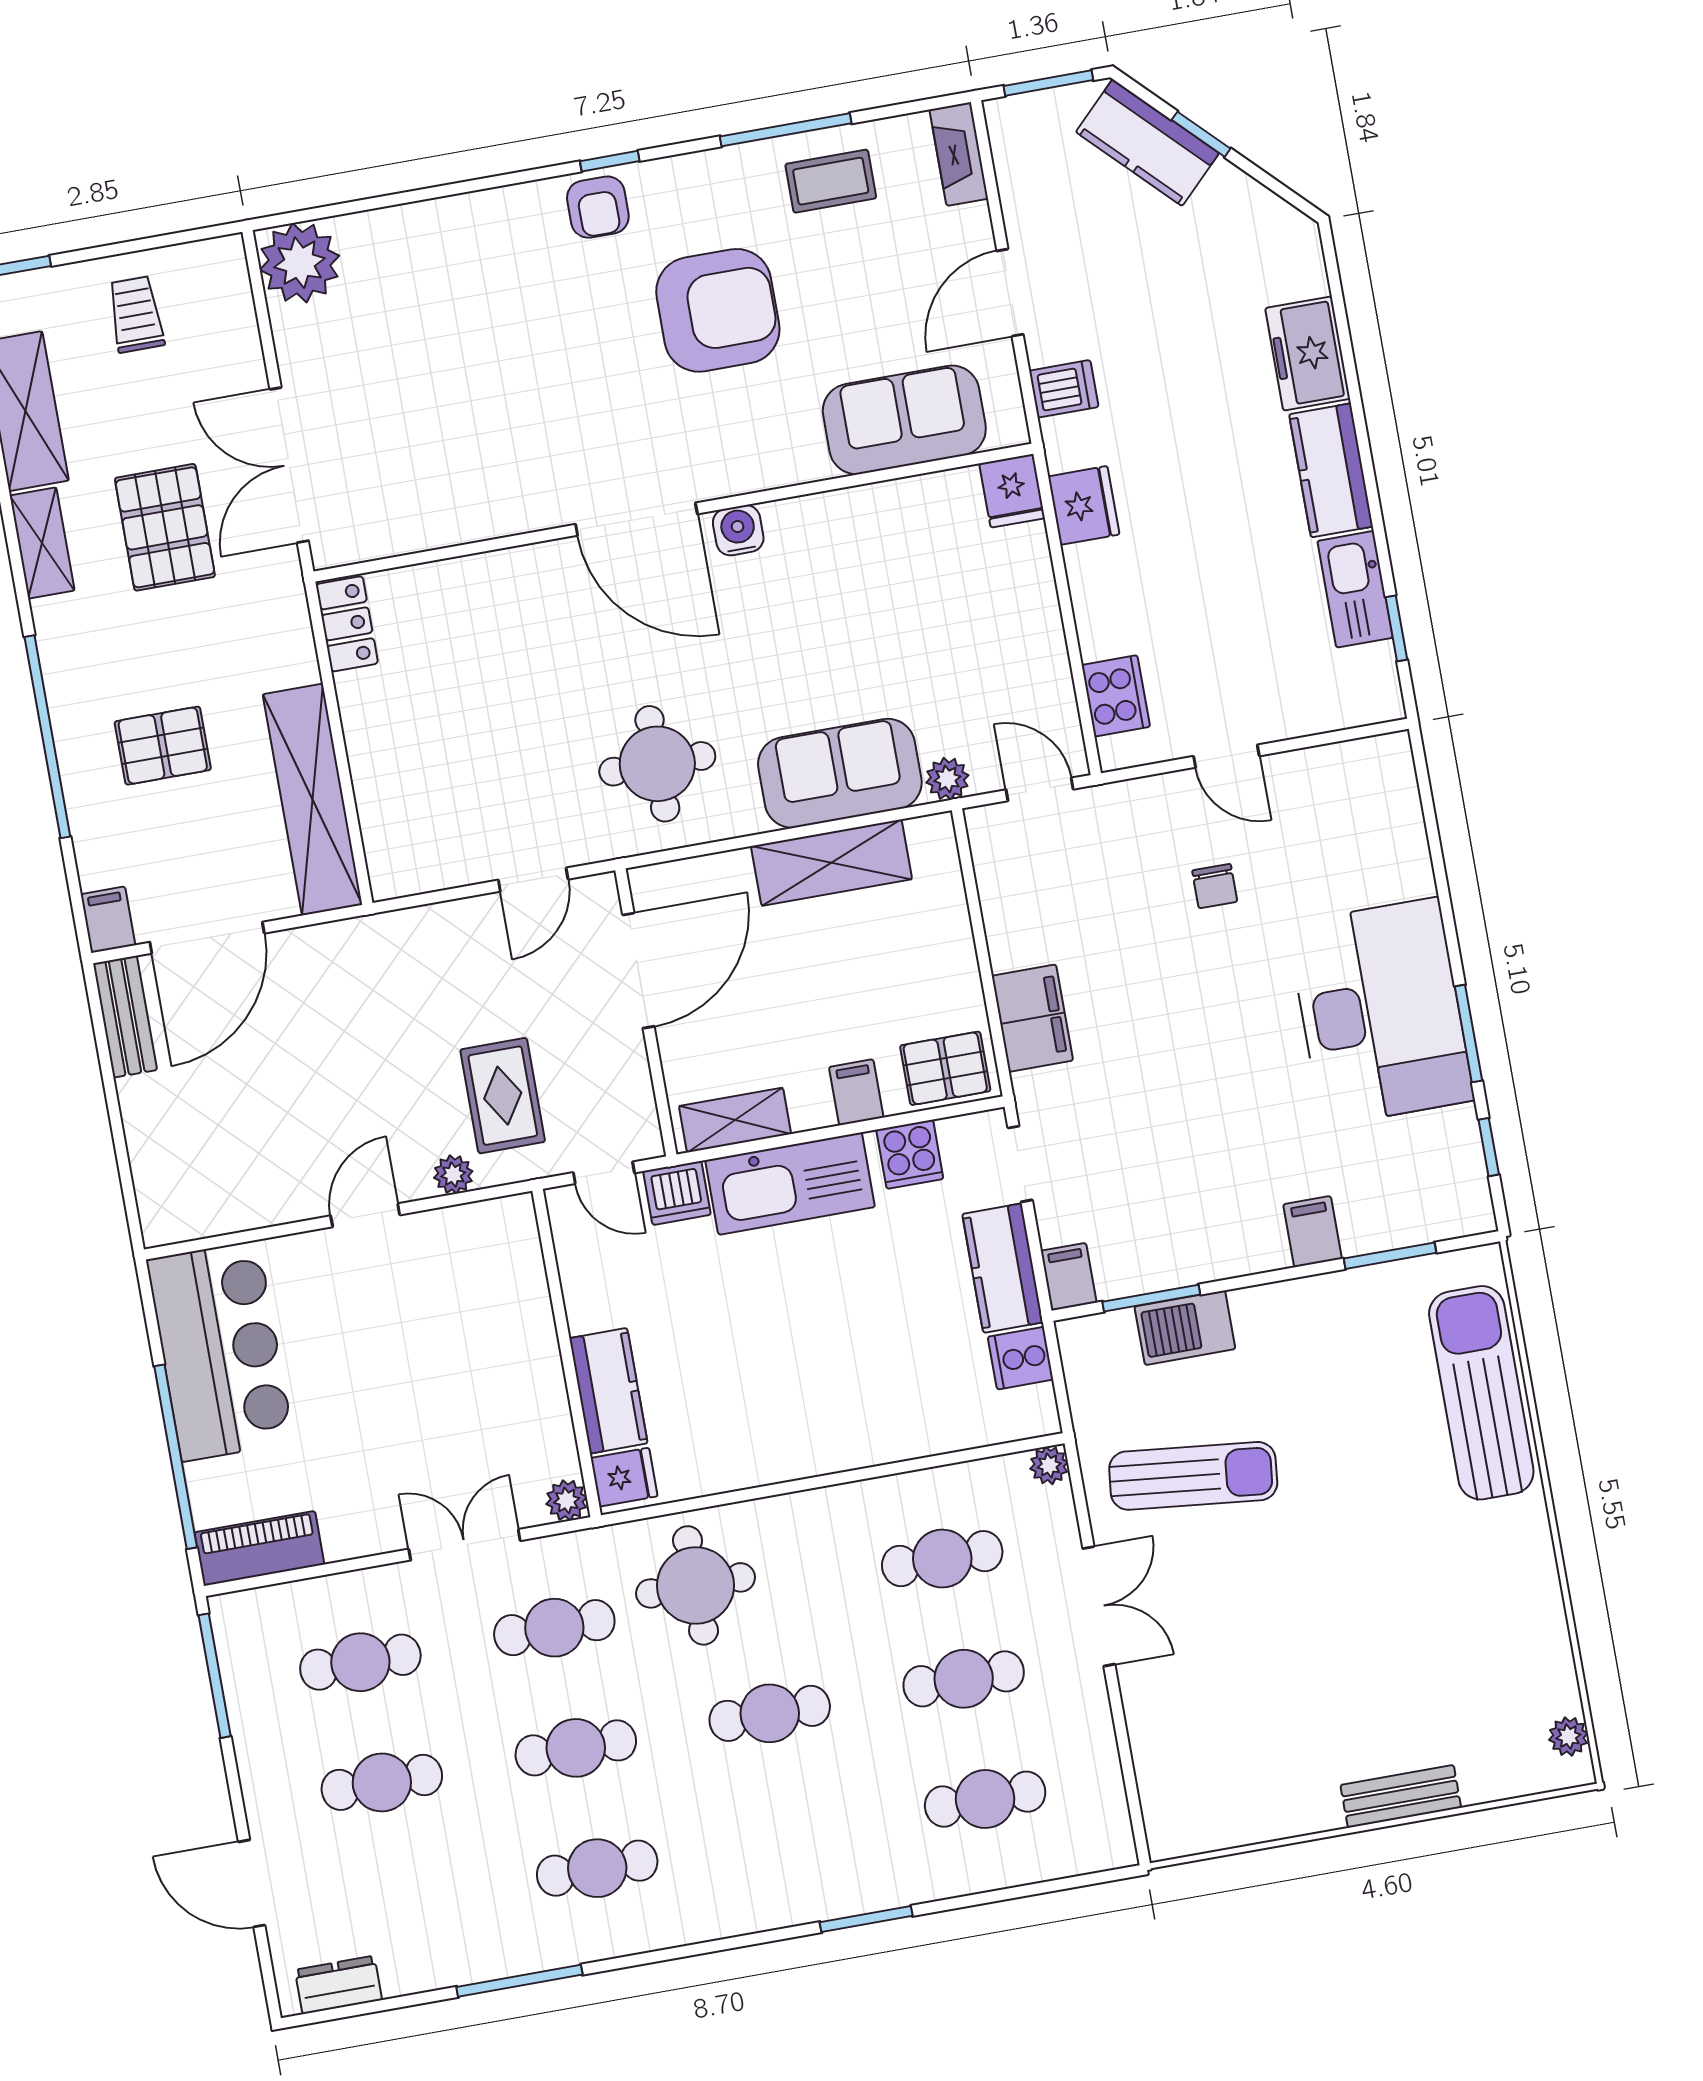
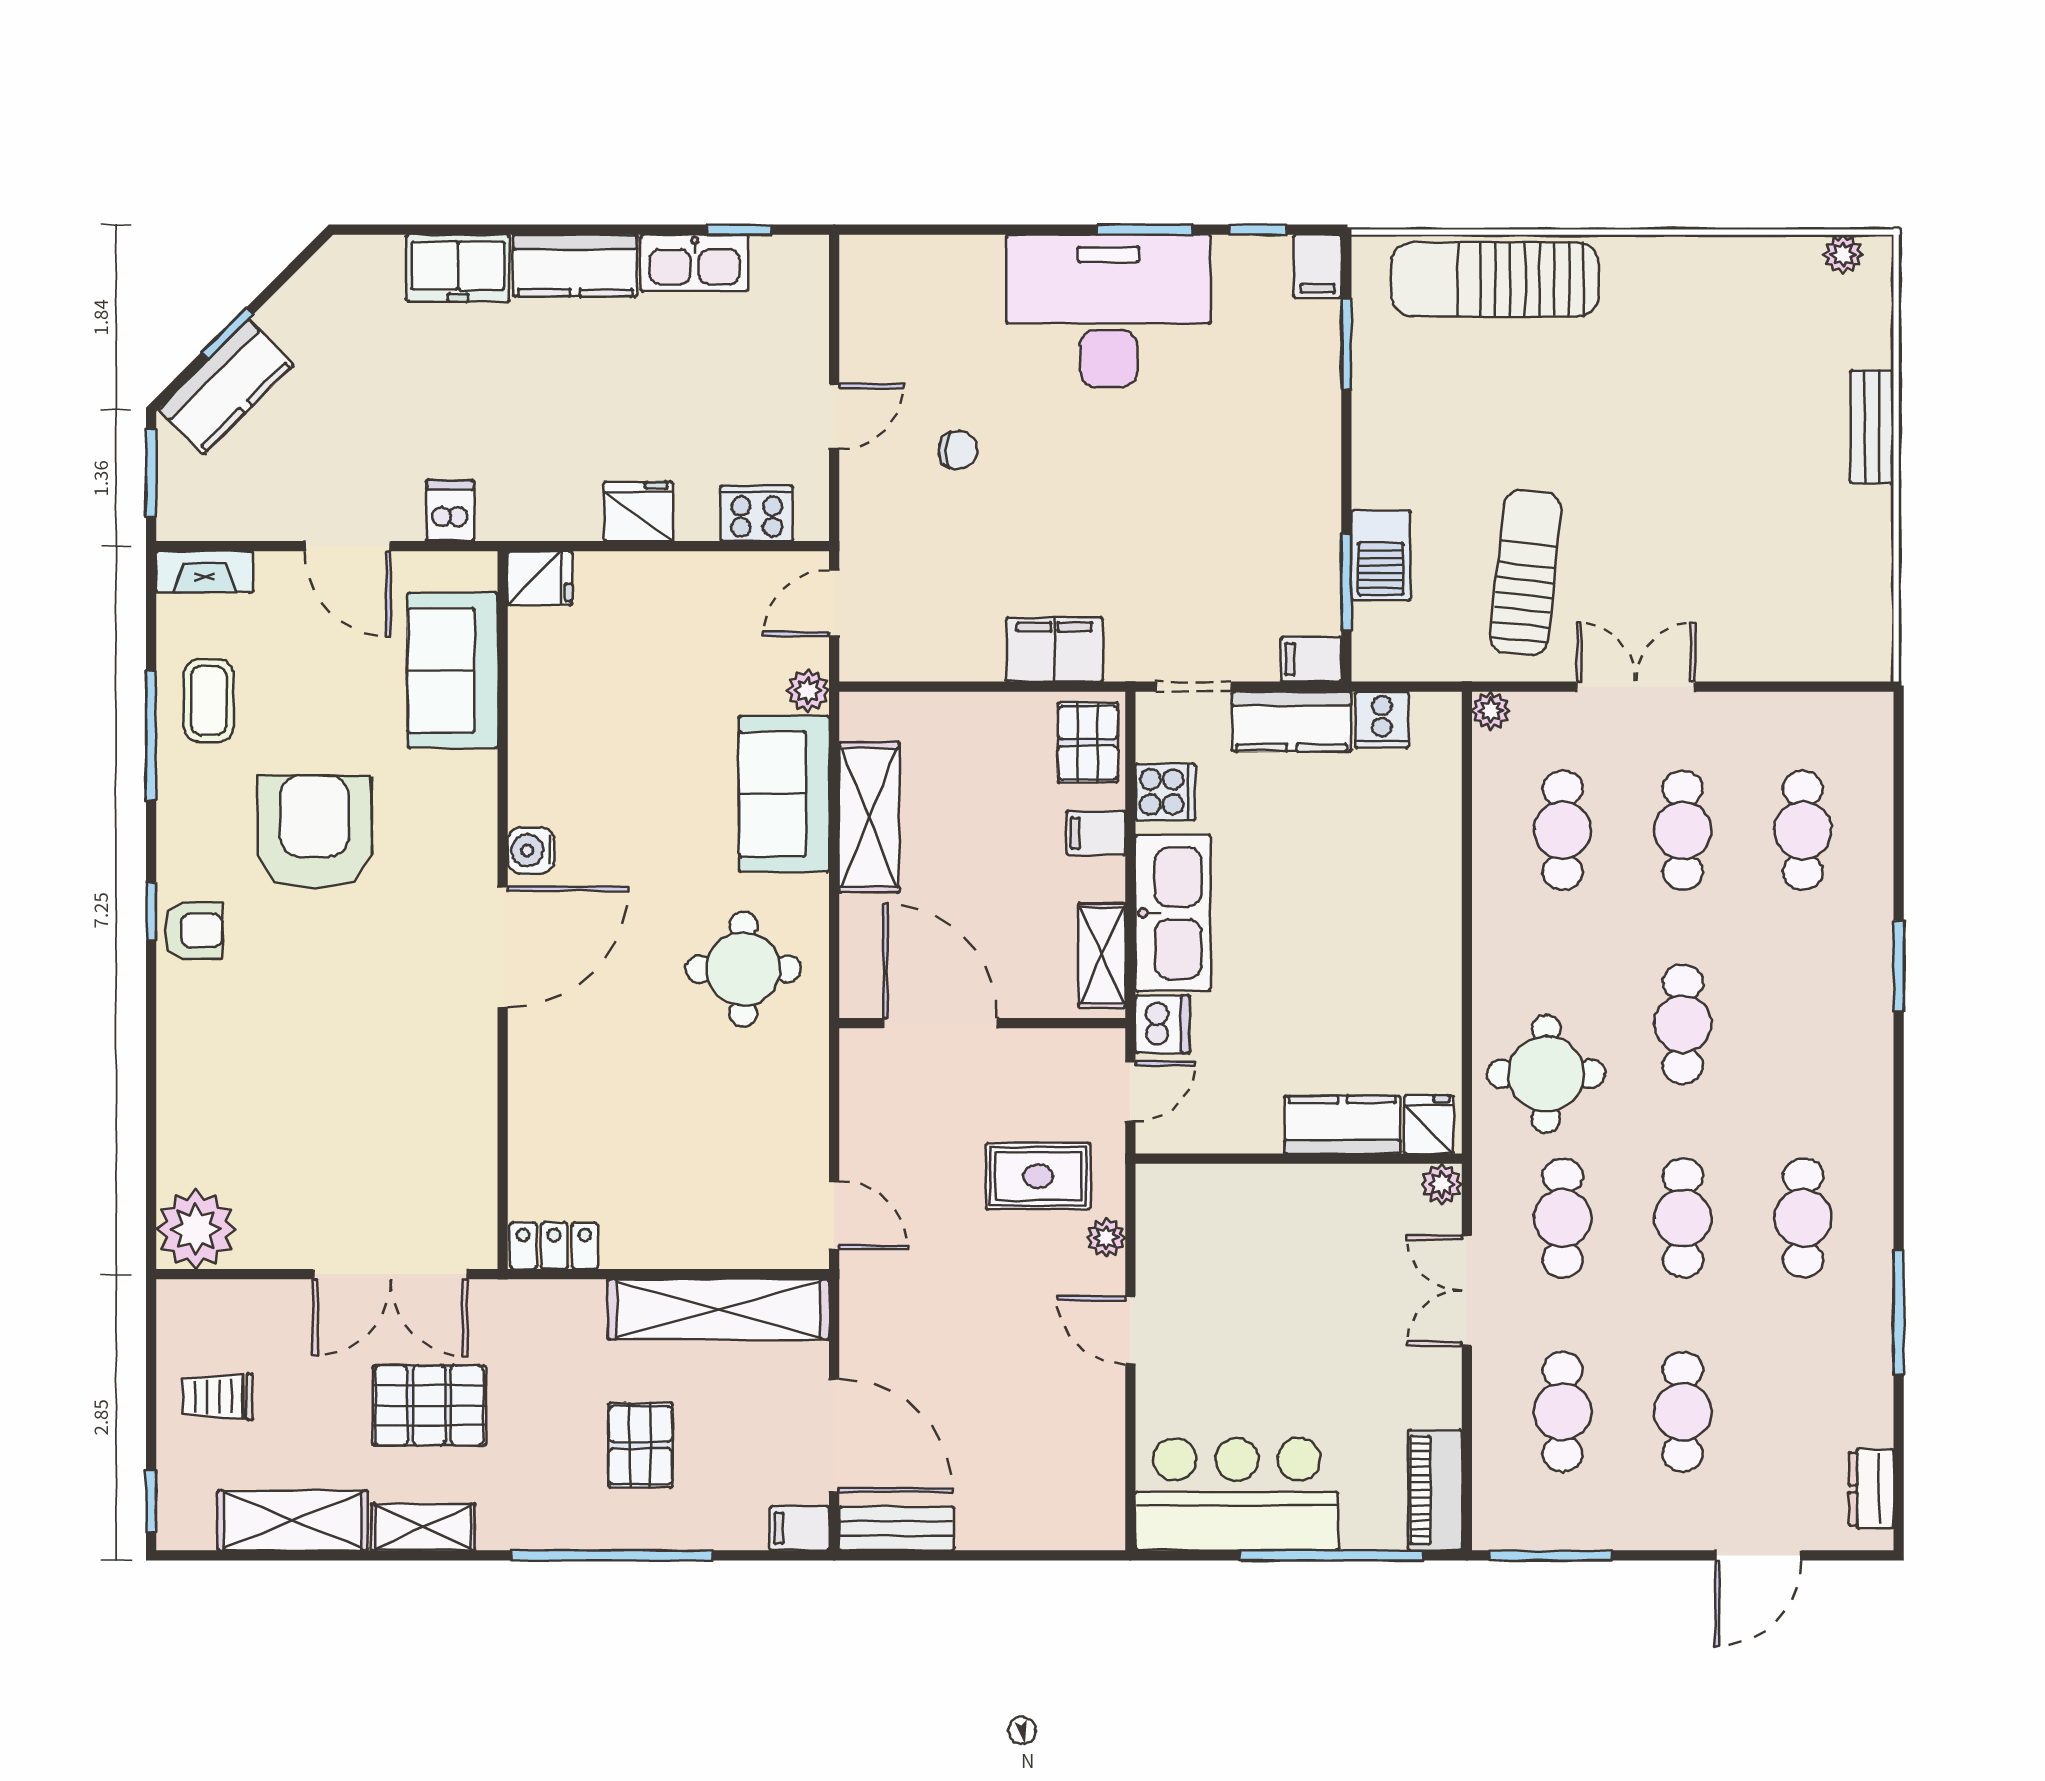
fridge: (1084, 505) -> (638, 511), moved
door: (533, 880) -> (834, 1215), moved
filing cabinet: (1313, 1232) -> (1318, 266), moved, turned -90

